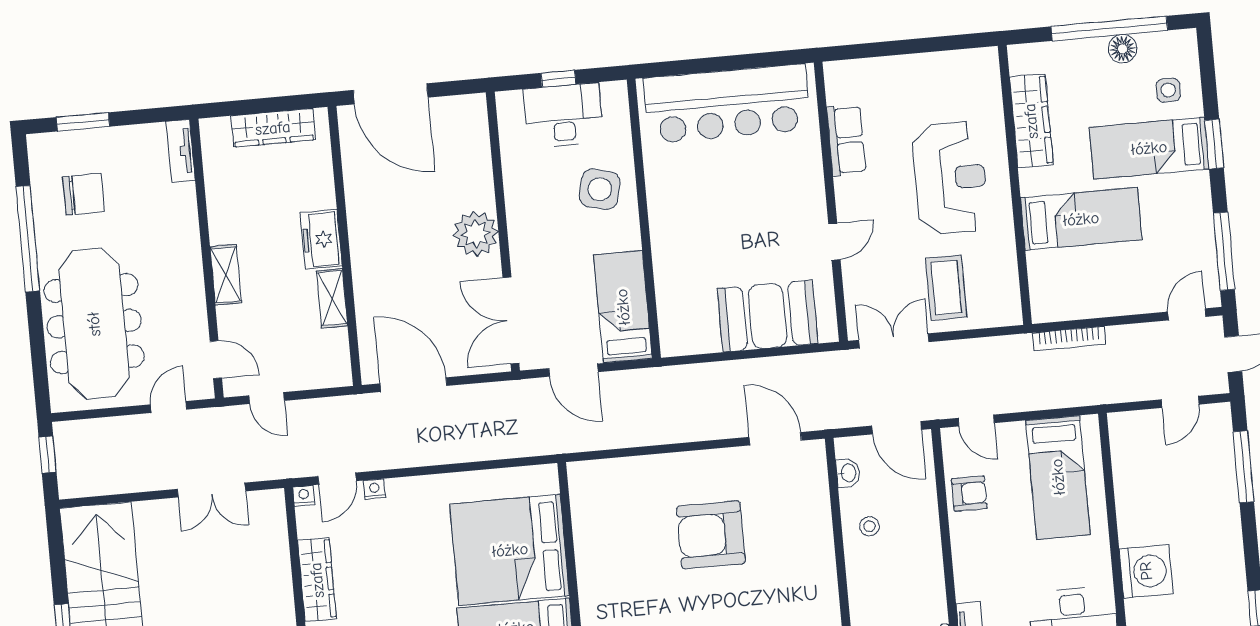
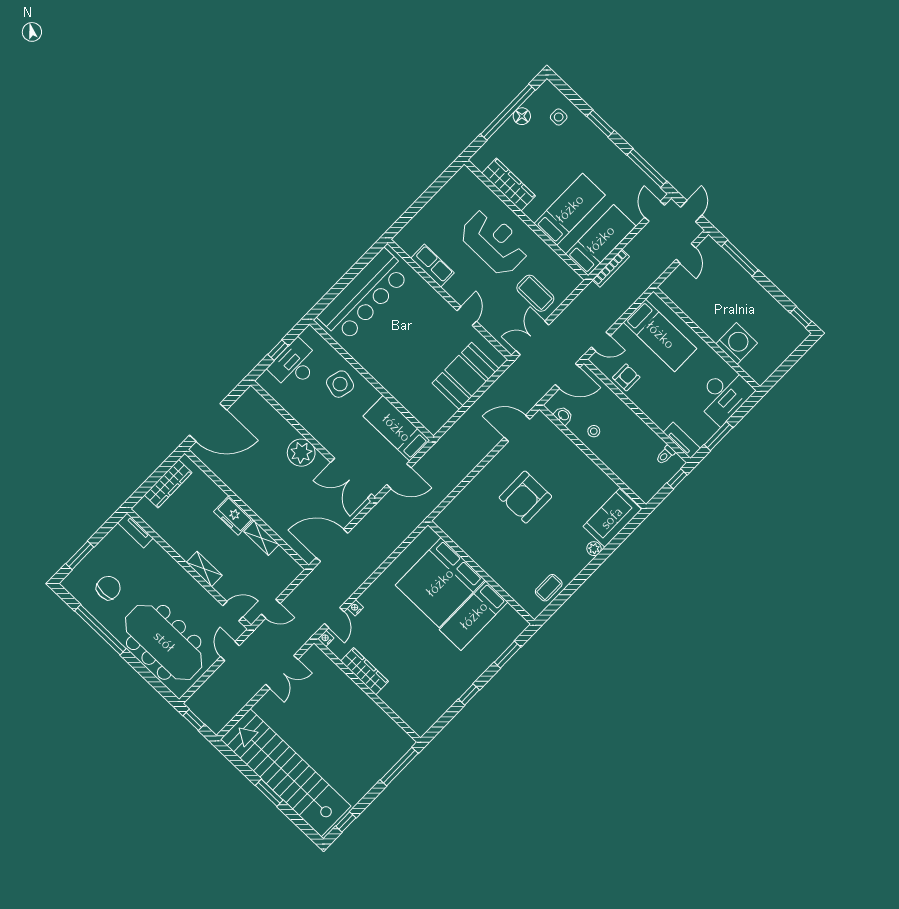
bed: (1149, 148) -> (601, 240), moved, turned 180

